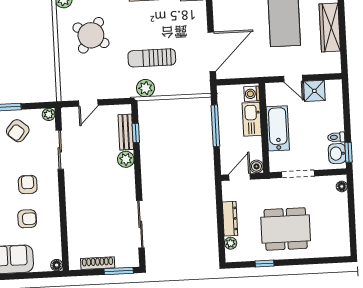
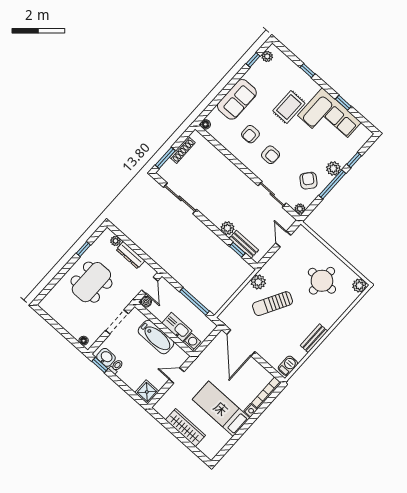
round table: (91, 35) -> (322, 281), turned -33
sun lounger: (152, 58) -> (273, 304), turned -151
shower: (314, 91) -> (147, 392), moved

